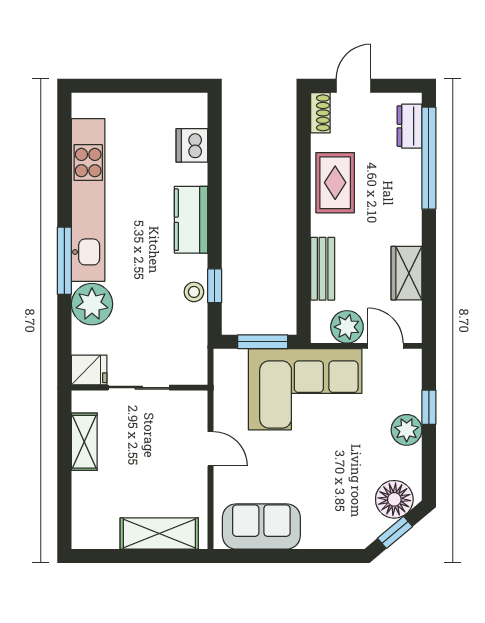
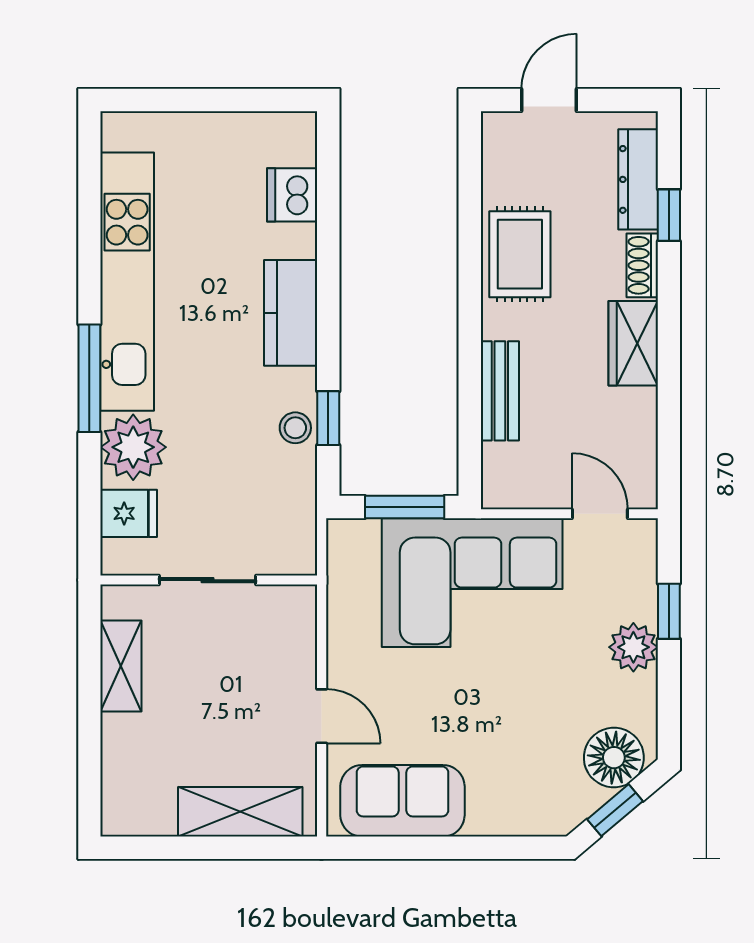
shoe rack: (320, 113) -> (642, 265), moved, turned 180
dresser: (410, 126) -> (638, 179), width x1.44
window: (429, 158) -> (669, 215), width x0.32
wardrobe: (406, 273) -> (633, 343), moved
plant: (347, 327) -> (539, 483), removed
fridge: (89, 370) -> (129, 513), moved
door: (210, 449) -> (322, 716), moved

